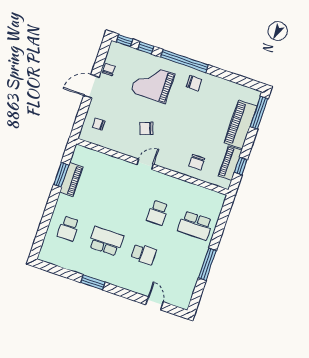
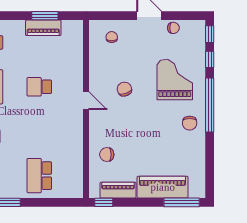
window: (241, 166) -> (104, 202), moved
school desk: (158, 213) -> (39, 87), moved

